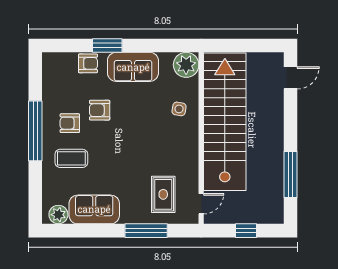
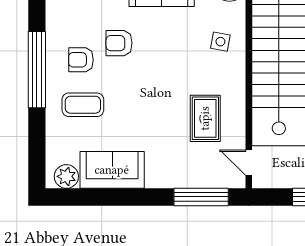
rug: (163, 194) -> (205, 118), moved
door: (201, 204) -> (249, 163), swing flipped
window: (146, 231) -> (201, 197), moved

